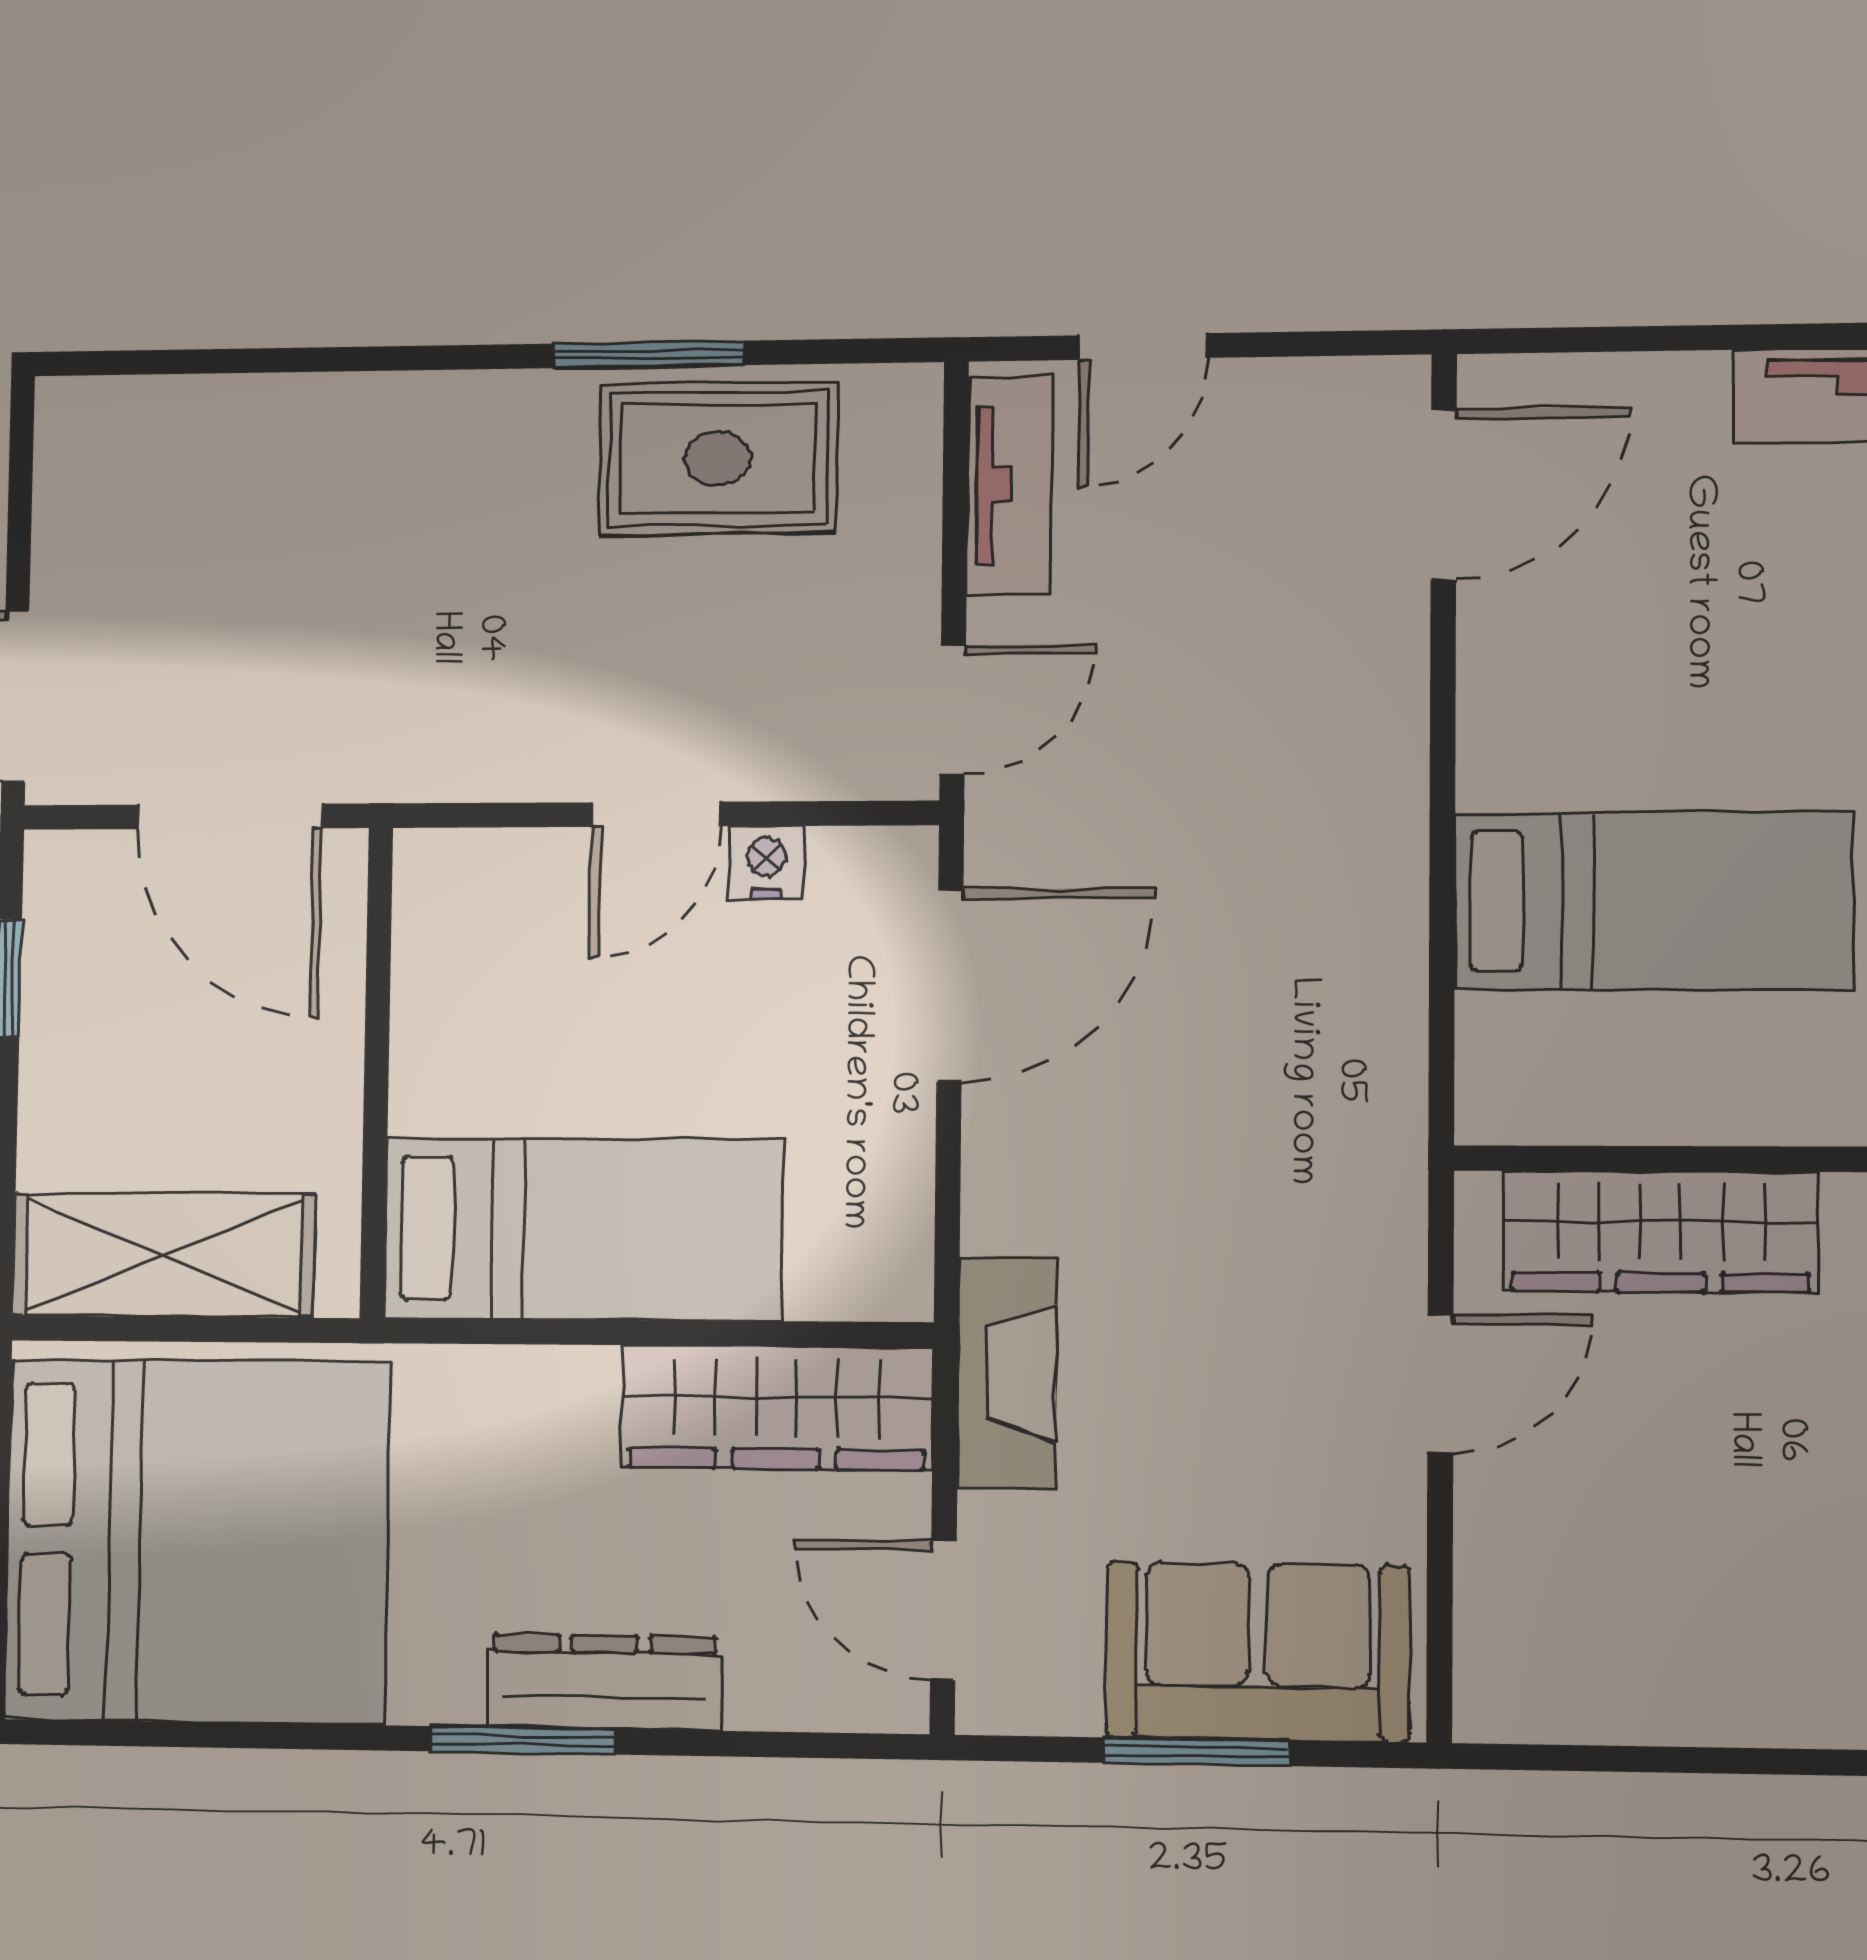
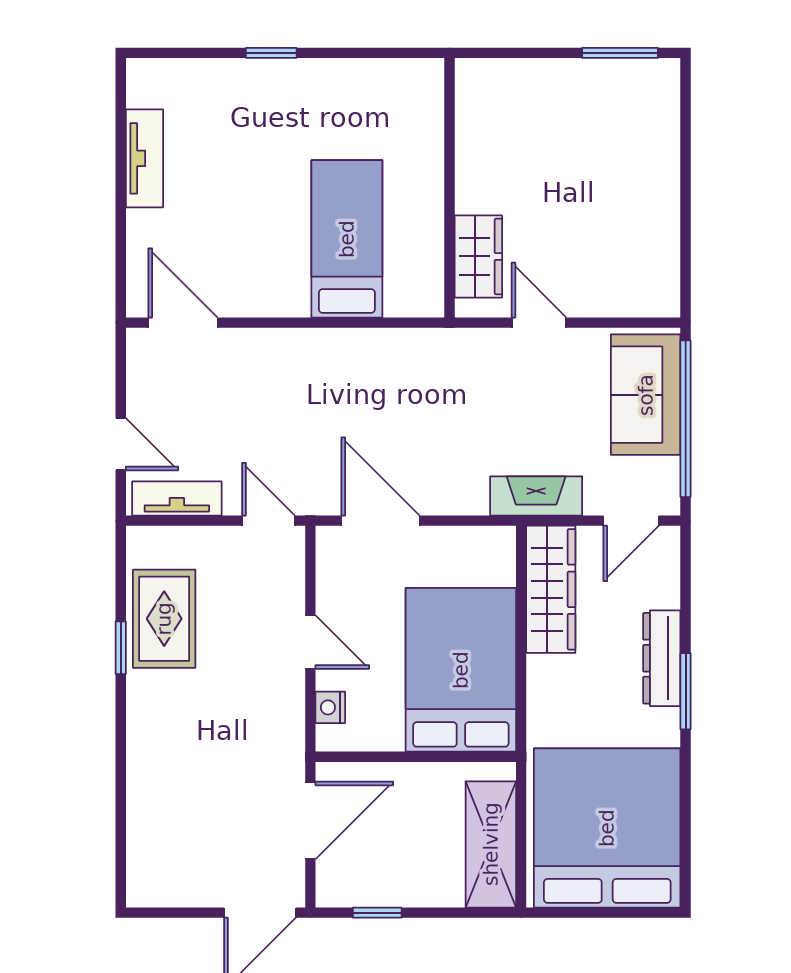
window: (650, 354) -> (121, 648), width x0.67
nightstand: (766, 863) -> (330, 707), moved
bed: (583, 1229) -> (461, 670), width x1.50
wardrobe: (1660, 1232) -> (478, 256), width x0.67
window: (1196, 1752) -> (686, 419), width x2.11

